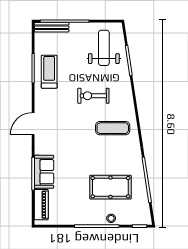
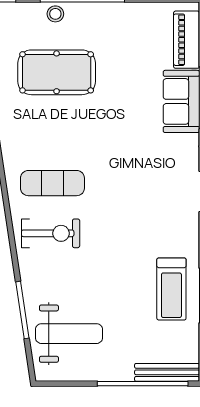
weight bench: (104, 48) -> (69, 334), turned -90
exercise bike: (93, 96) -> (51, 233), moved

